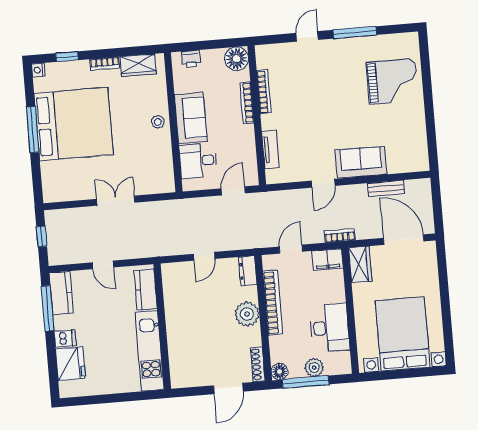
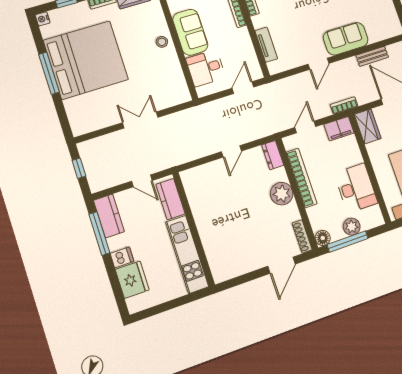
kitchen counter: (146, 290) -> (170, 199), moved
wall: (162, 327) -> (194, 229), moved
kitchen unit: (150, 351) -> (187, 254), moved

